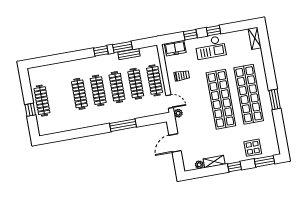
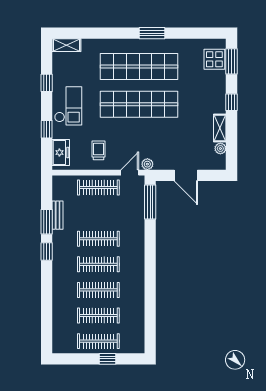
window: (213, 31) -> (47, 83), moved
clothes rail: (136, 84) -> (98, 316), moved
window: (123, 125) -> (150, 202), moved
display table: (253, 148) -> (214, 59), moved

